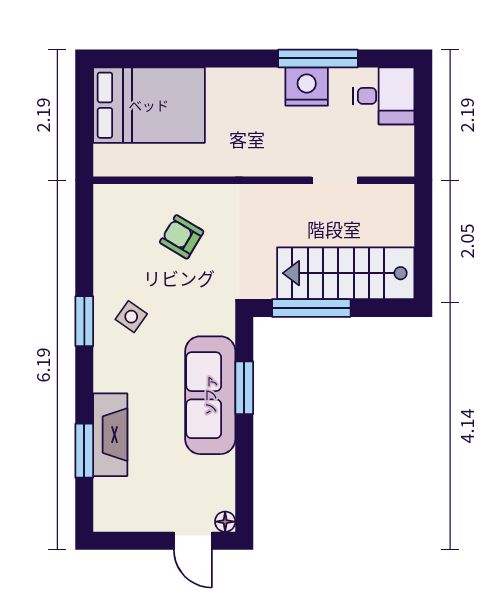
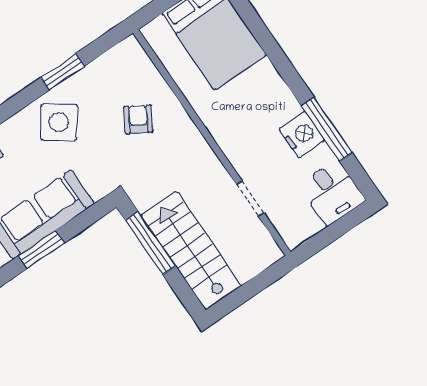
side table: (131, 317) -> (59, 122), width x1.87, depth x1.87
window: (84, 321) -> (63, 72), moved
window: (244, 388) -> (41, 249), moved

